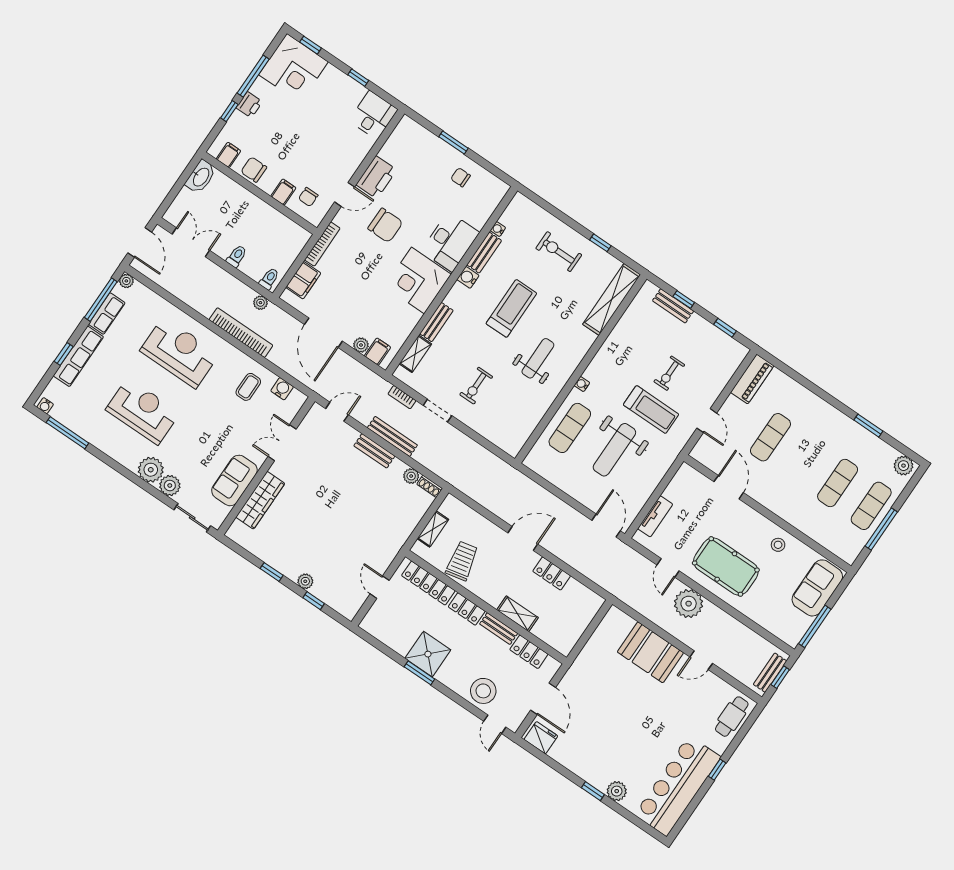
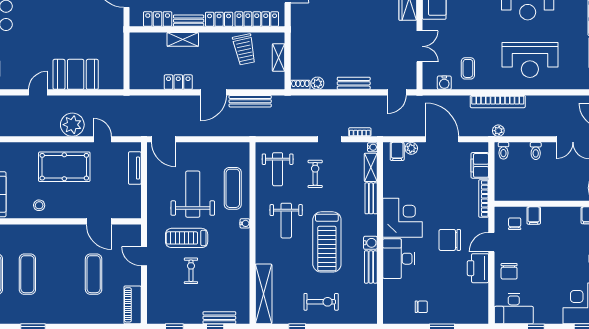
desk: (373, 115) -> (514, 309), width x1.37
chair: (254, 170) -> (509, 271), moved, turned 90
water cooler: (498, 229) -> (372, 147), moved
treadmill: (511, 308) -> (327, 242), width x1.37, depth x1.37
weight bench: (511, 416) -> (278, 169), added
bench: (392, 436) -> (250, 101), moved

